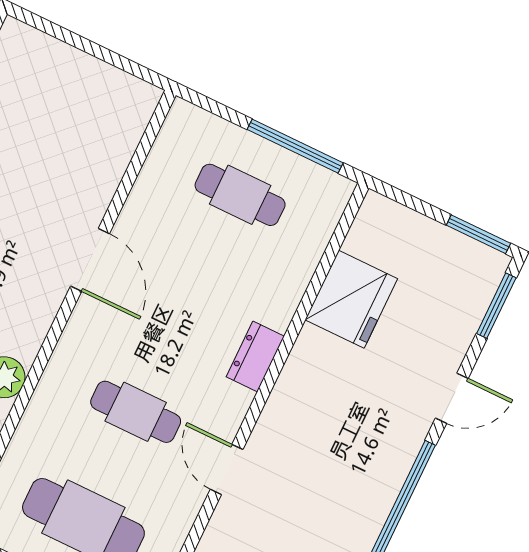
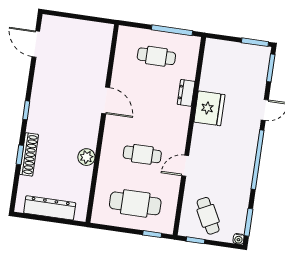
fridge: (351, 299) -> (209, 108), moved
dresser: (255, 357) -> (186, 93), moved
door: (227, 469) -> (185, 166), hinge flipped

